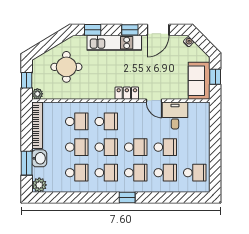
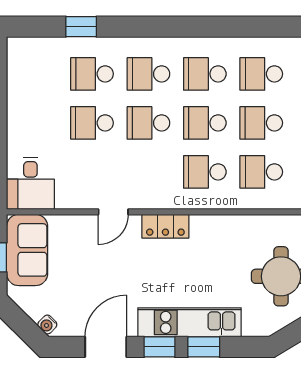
window: (93, 30) -> (204, 347), moved
door: (154, 101) -> (113, 212), swing flipped
desk: (175, 115) -> (30, 183), moved
school desk: (195, 173) -> (36, 74), removed
window: (127, 197) -> (81, 27), moved

